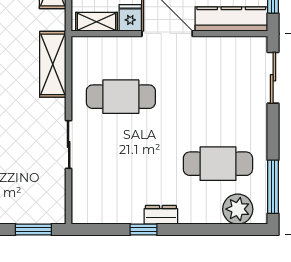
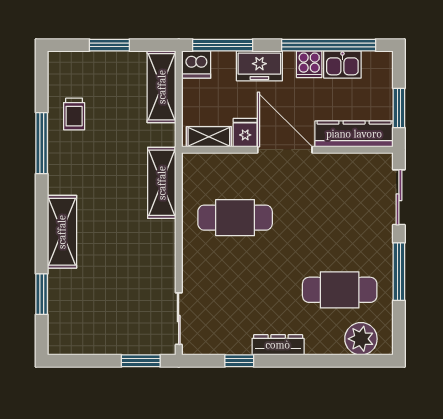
sliding door: (69, 144) -> (179, 319), moved
window: (273, 187) -> (399, 272), moved
dresser: (161, 215) -> (278, 345), width x1.44
window: (143, 230) -> (239, 361), moved

